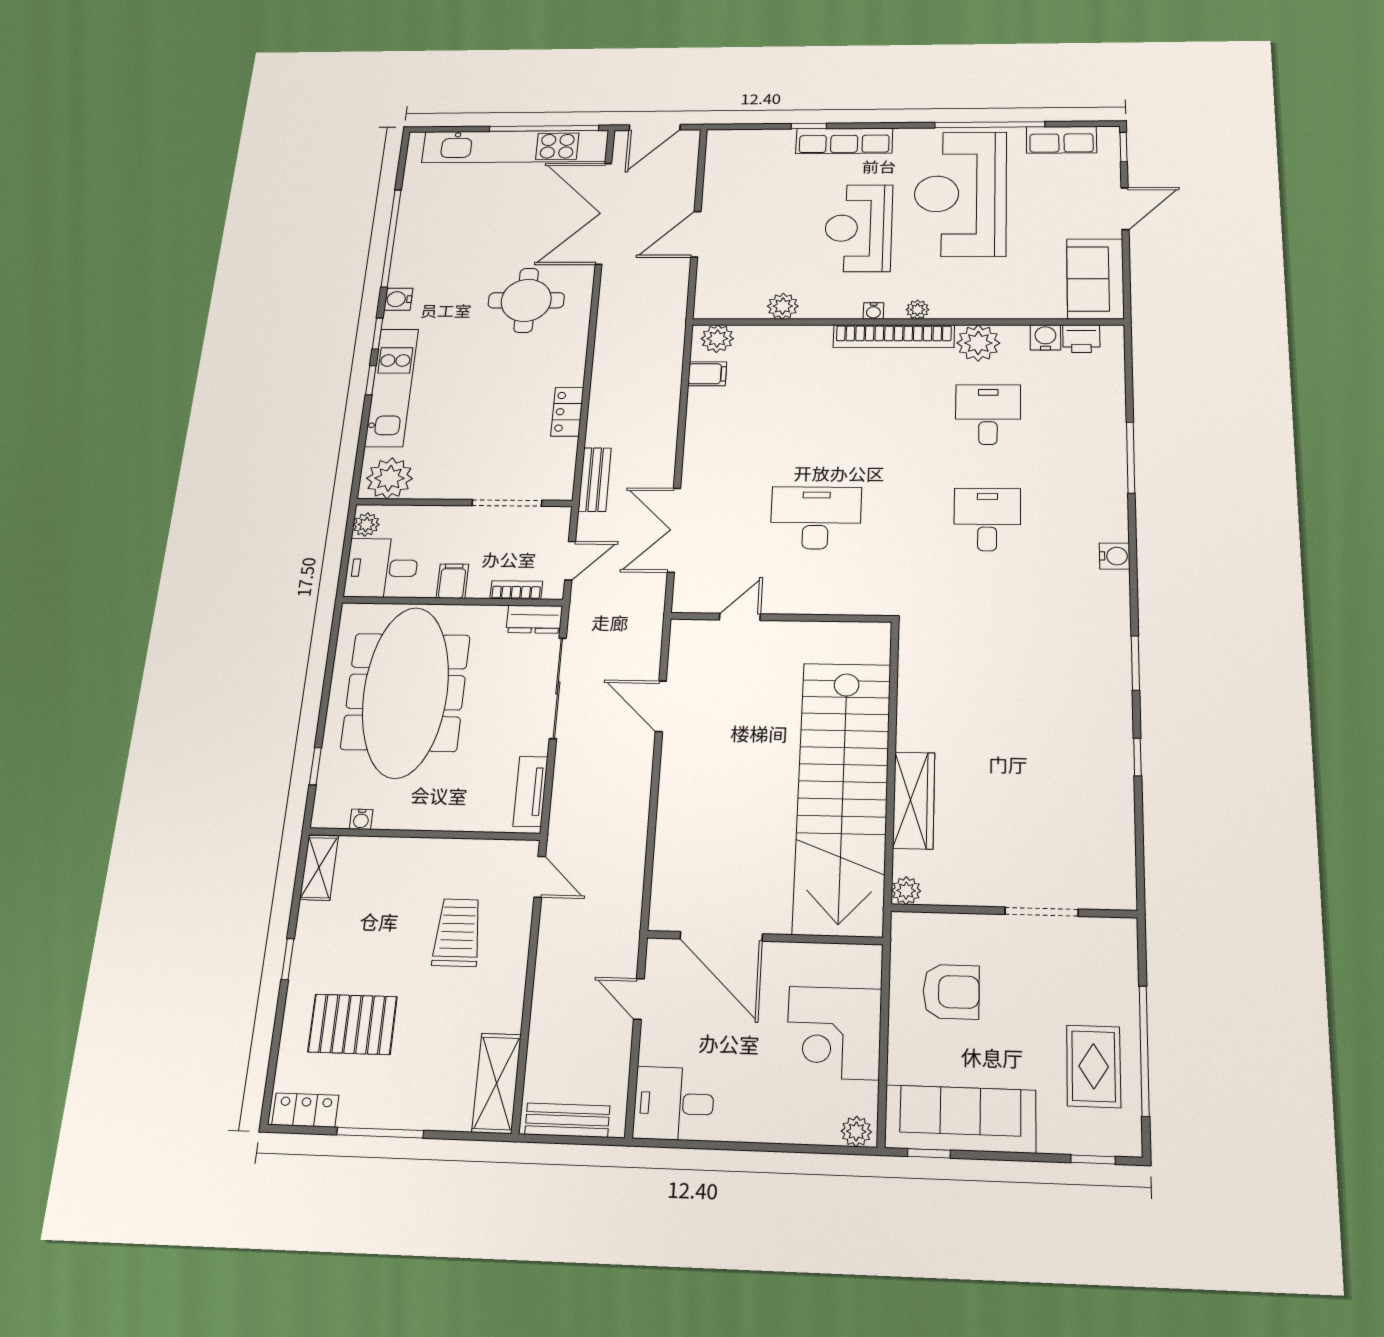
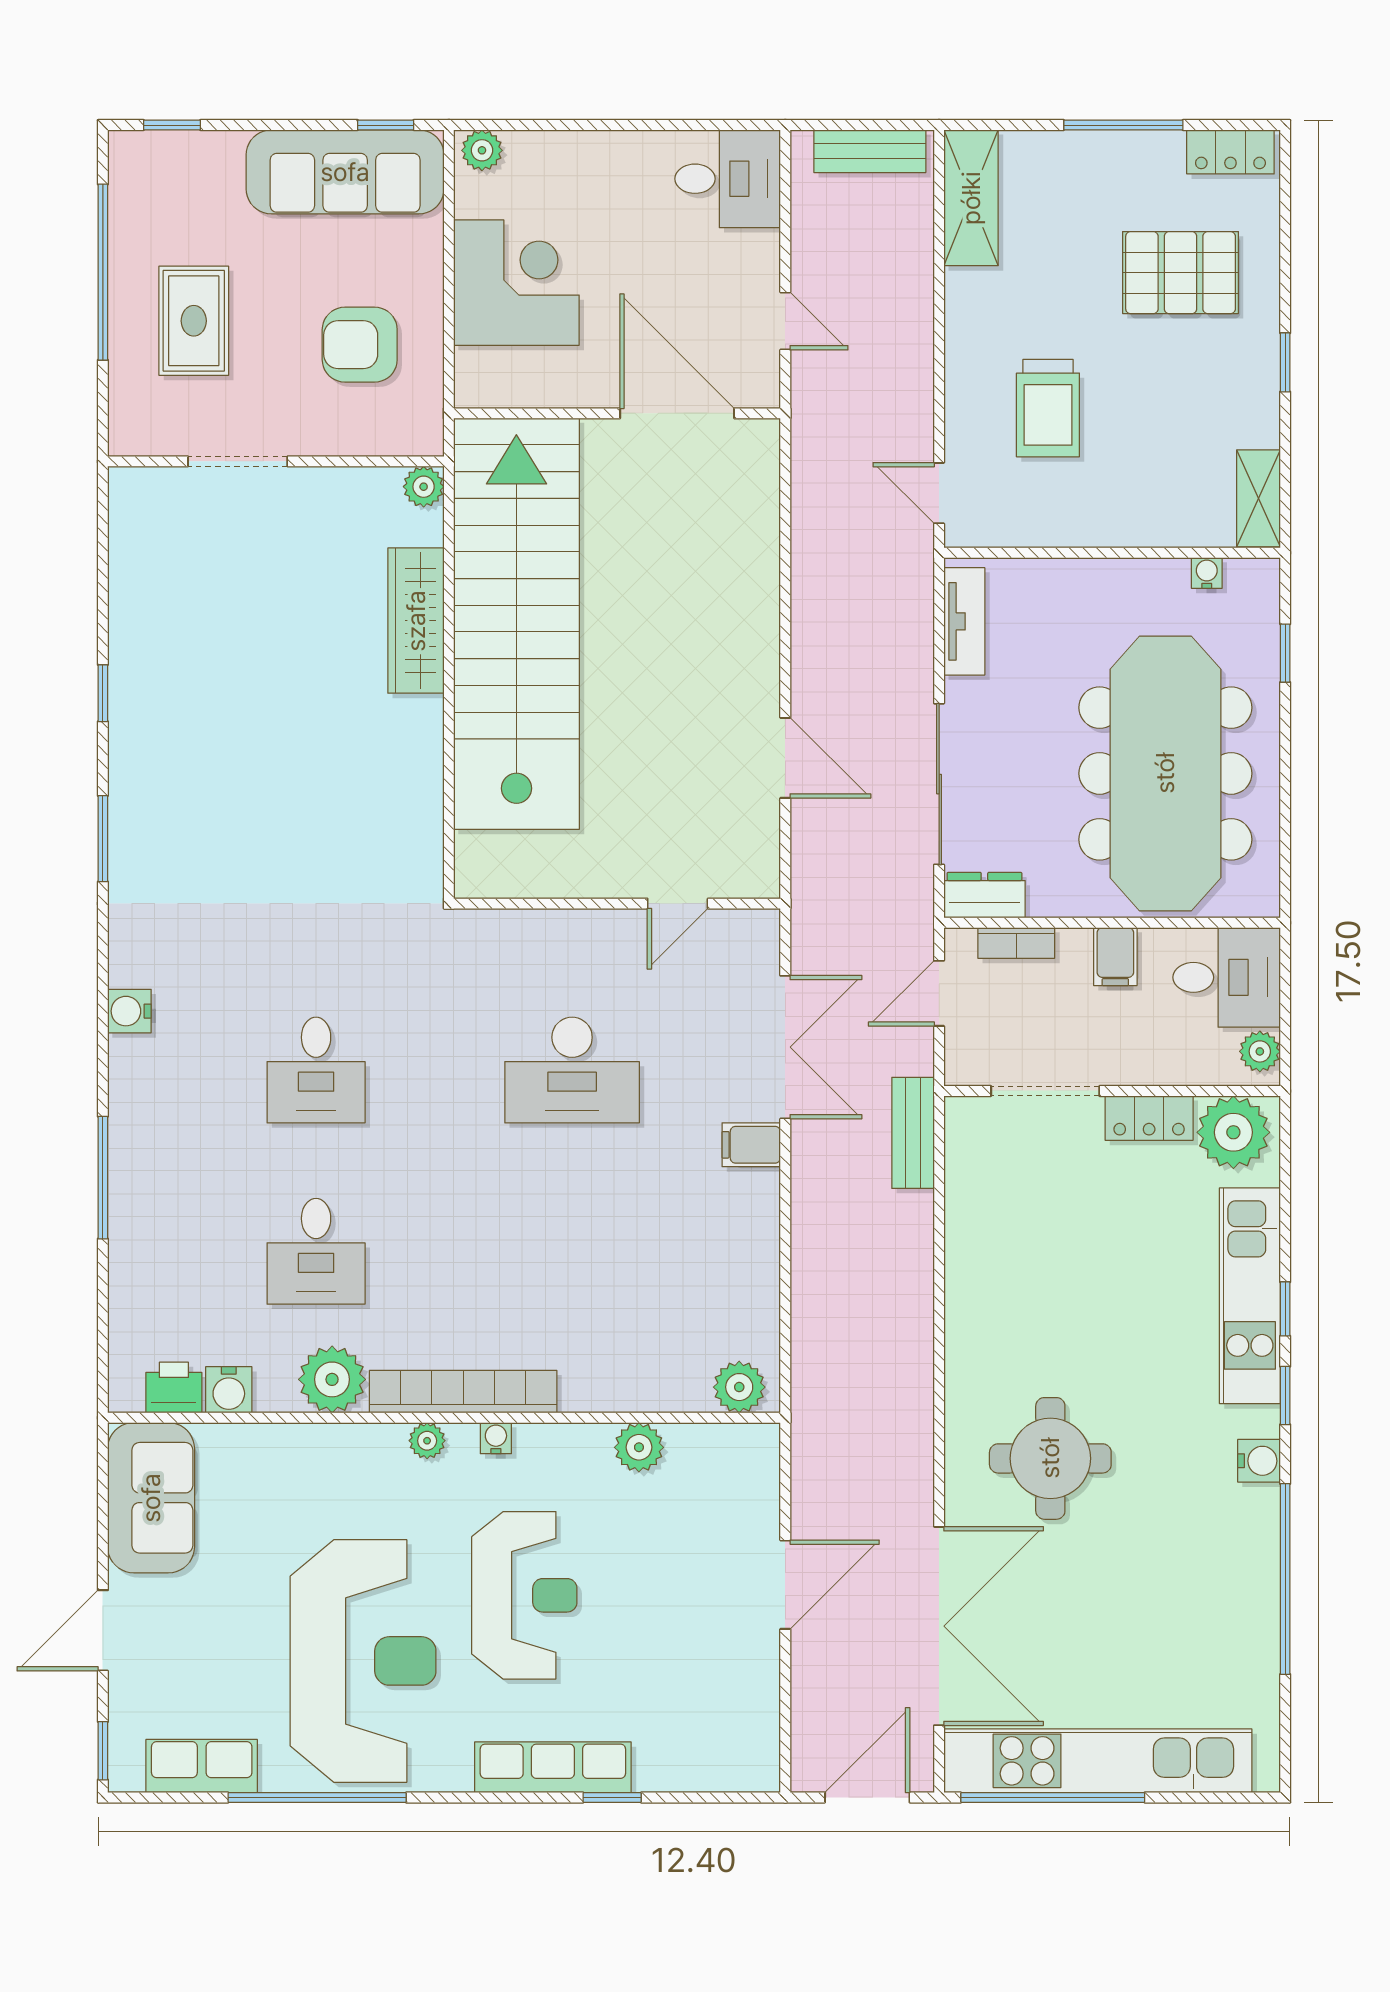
filing cabinet: (707, 374) -> (751, 1145), moved
locker: (567, 412) -> (1149, 1118), moved, turned 90
rug: (1094, 1066) -> (194, 321), moved

